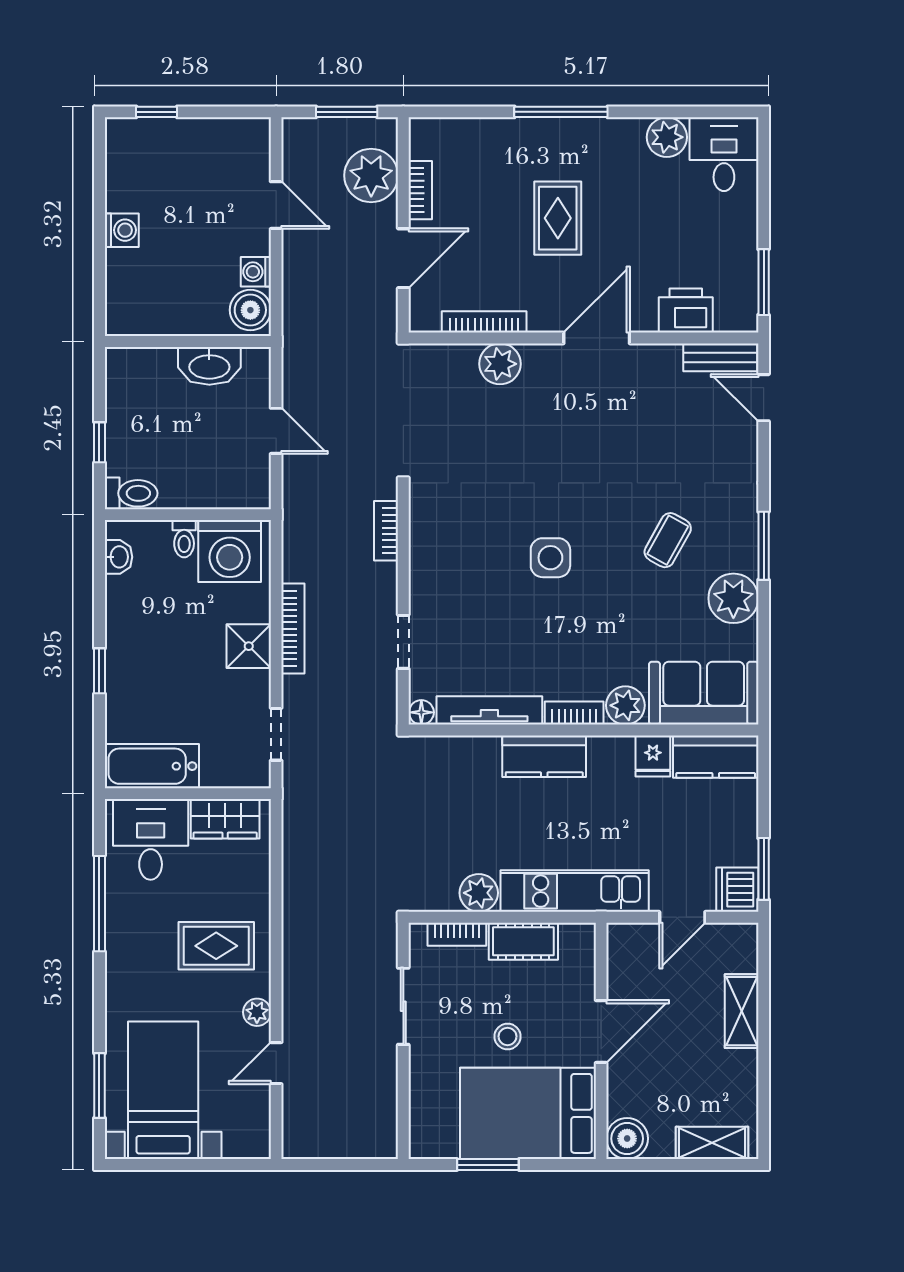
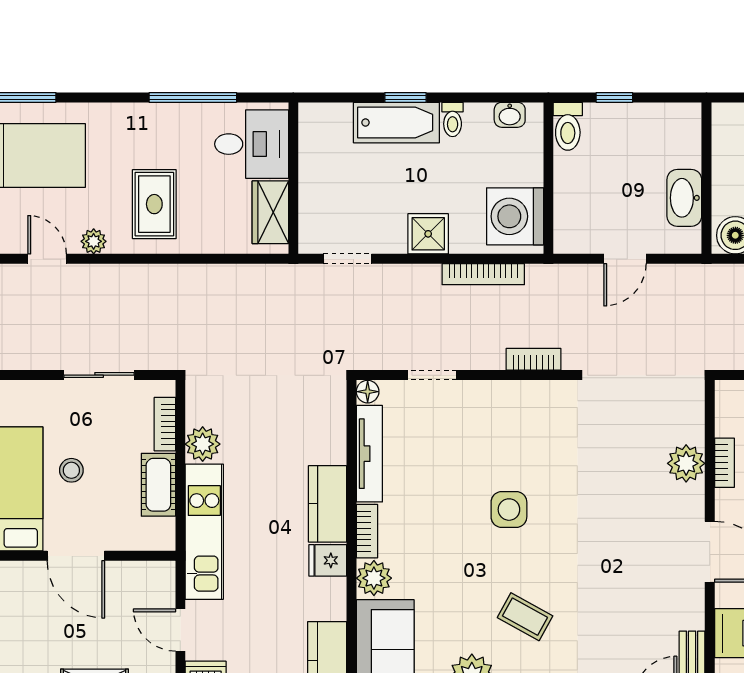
bookcase: (484, 322) -> (724, 463), width x0.64
toilet: (184, 539) -> (453, 119), moved, turned -90
bookcase: (293, 629) -> (483, 274), moved
fridge: (653, 756) -> (328, 560), moved
bathtub: (152, 766) -> (396, 123), moved, turned 90

